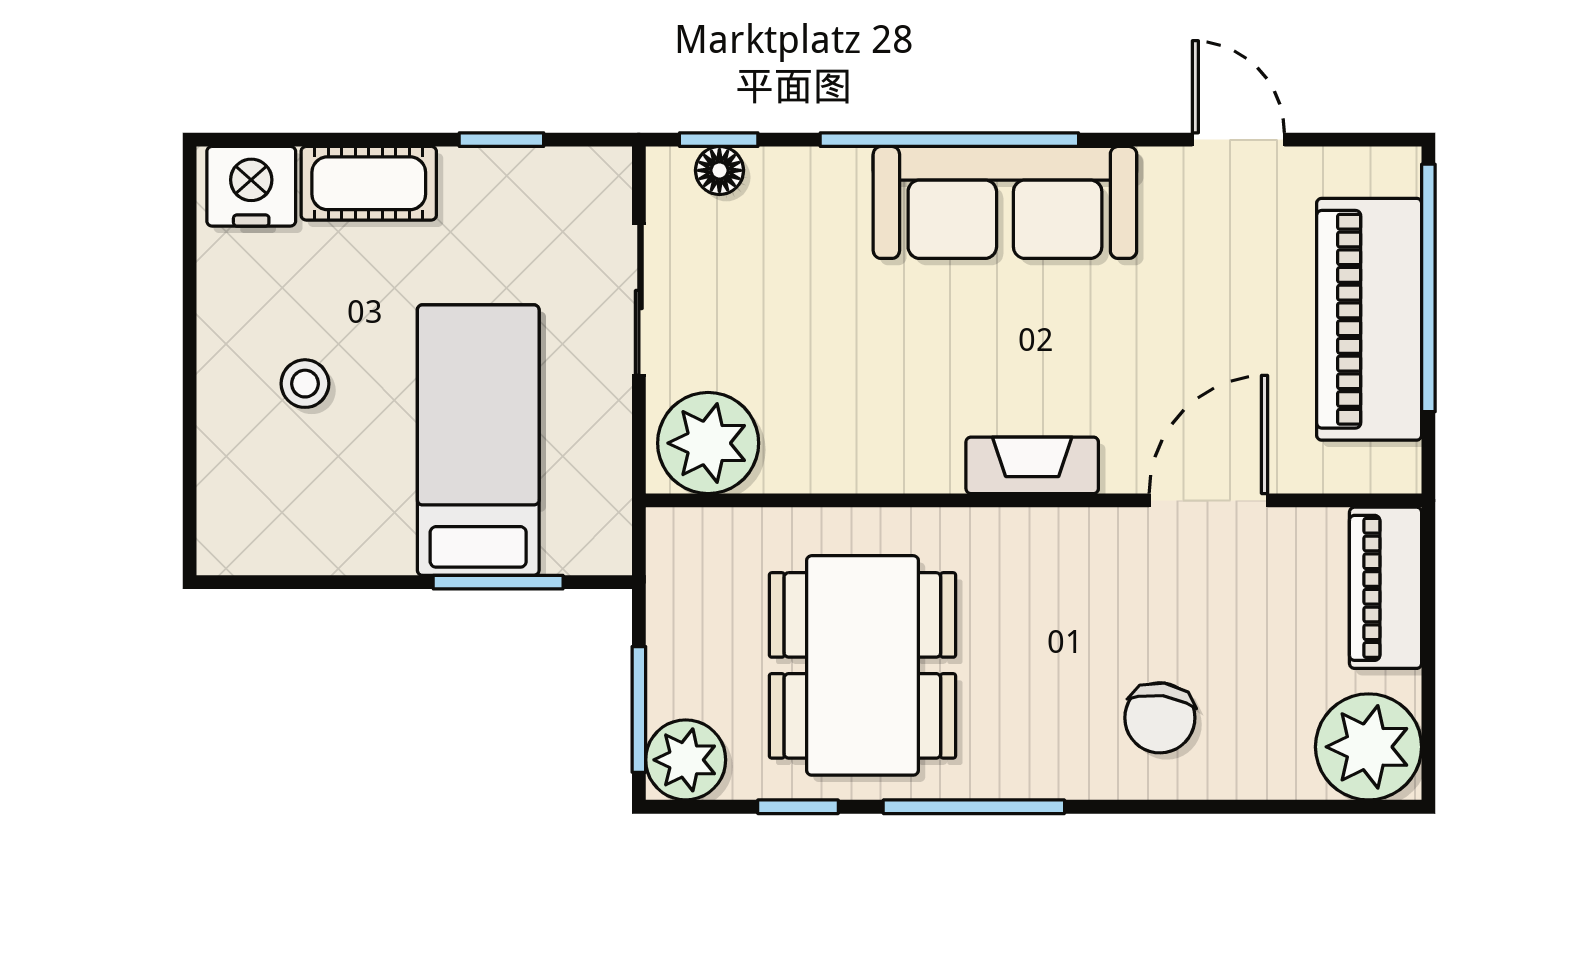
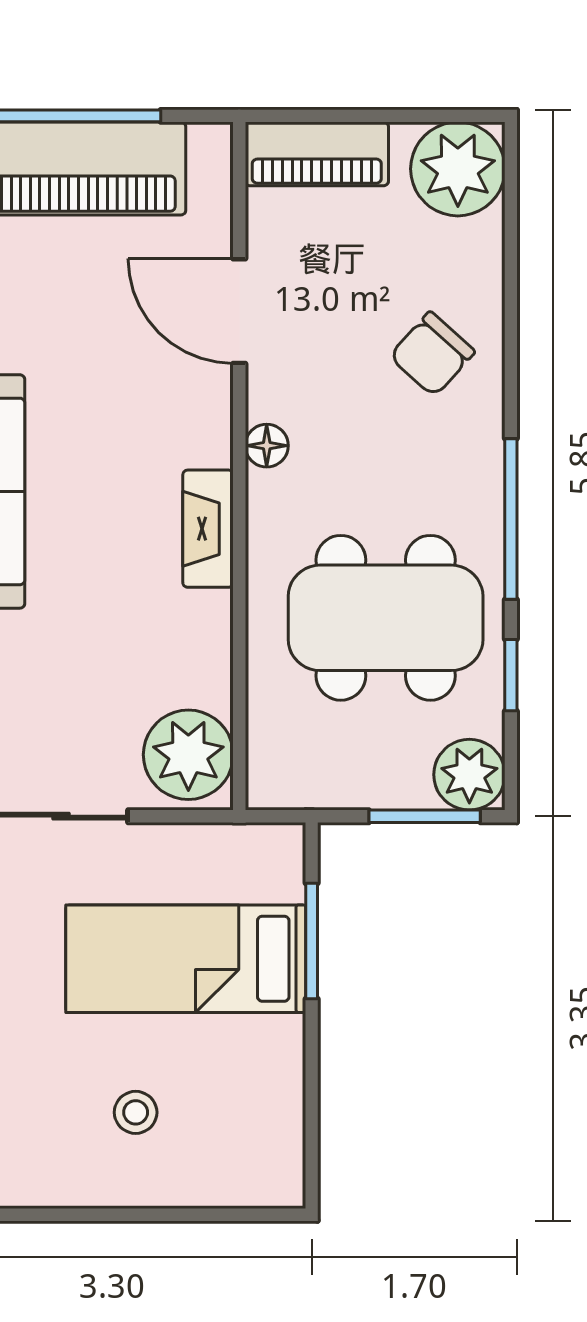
fireplace: (1032, 465) -> (208, 529), moved
floor lamp: (1057, 531) -> (267, 446), added
chair: (1160, 718) -> (432, 354), turned 124

